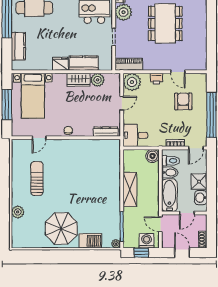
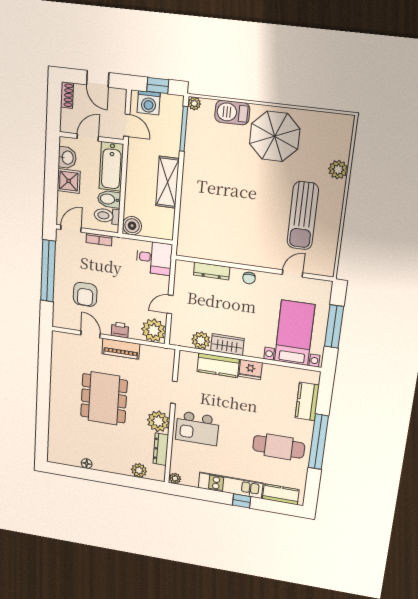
piano: (129, 64) -> (121, 349), moved
dresser: (106, 132) -> (212, 271), moved
sun lounger: (37, 179) -> (303, 216), width x1.36, depth x1.34

